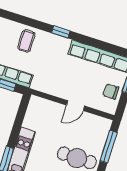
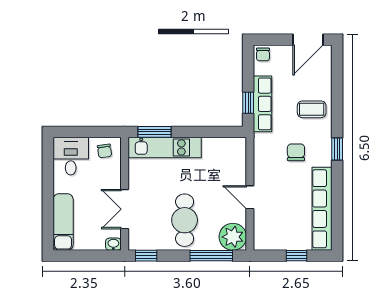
chair: (111, 92) -> (296, 152), moved
plant: (100, 127) -> (233, 237), added

